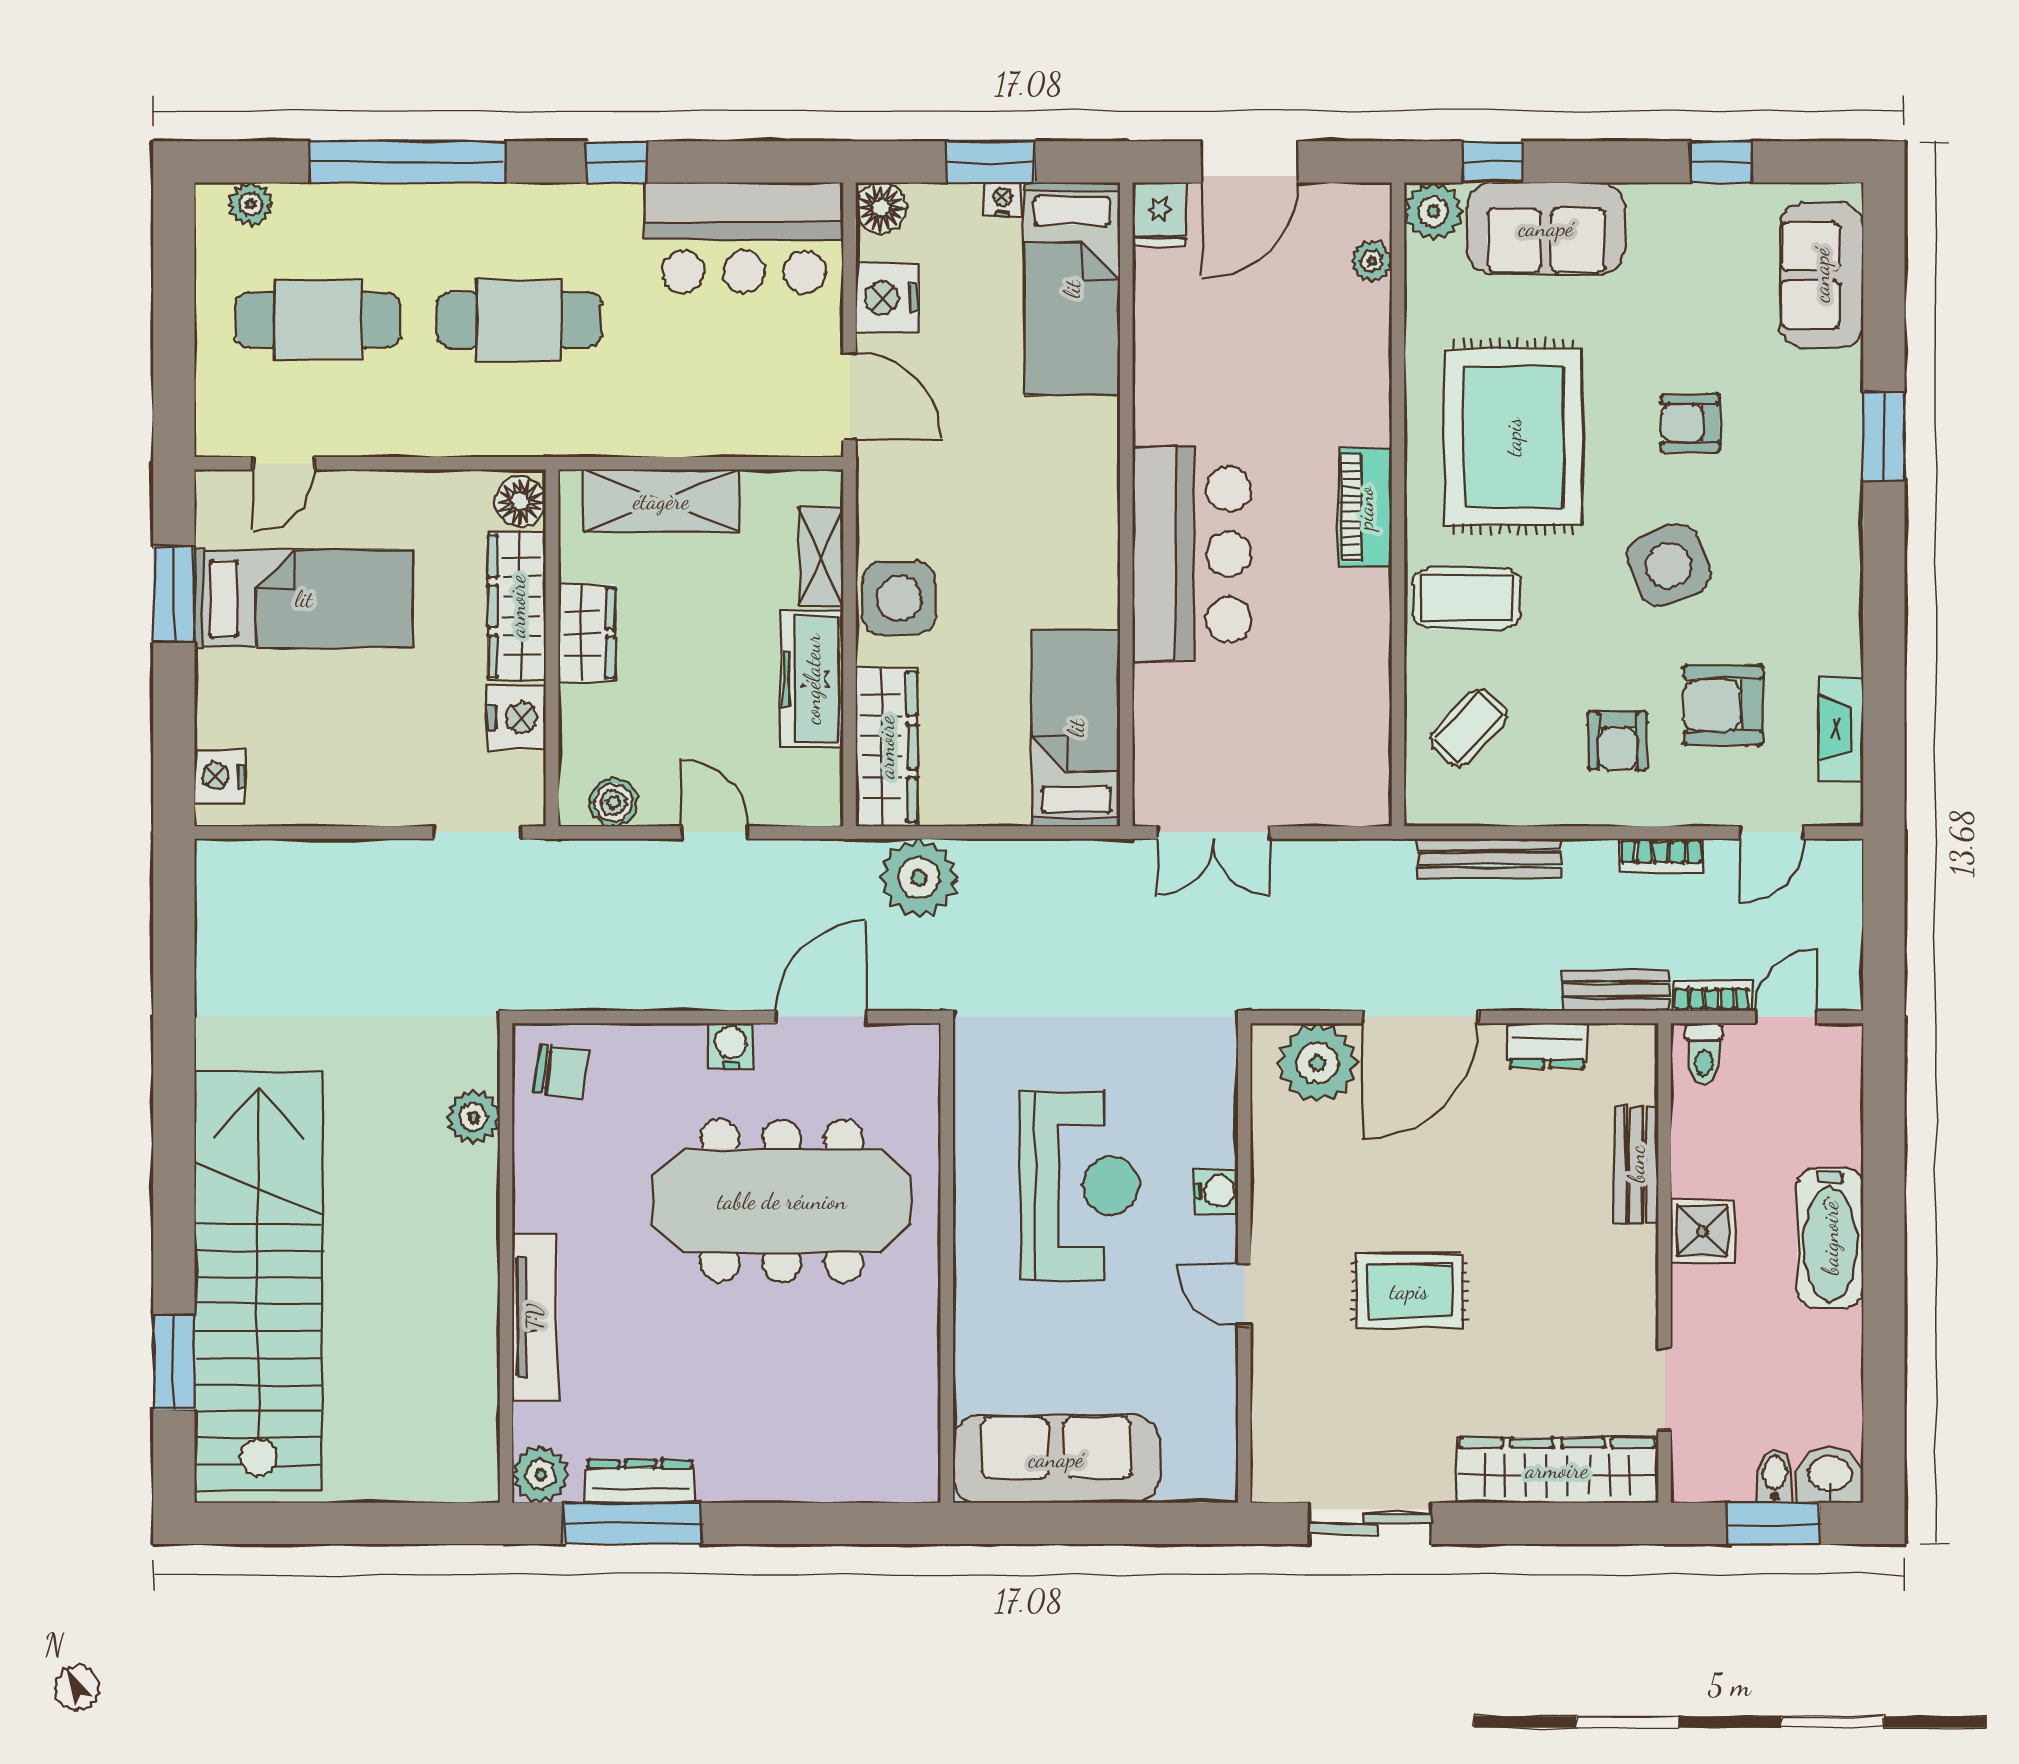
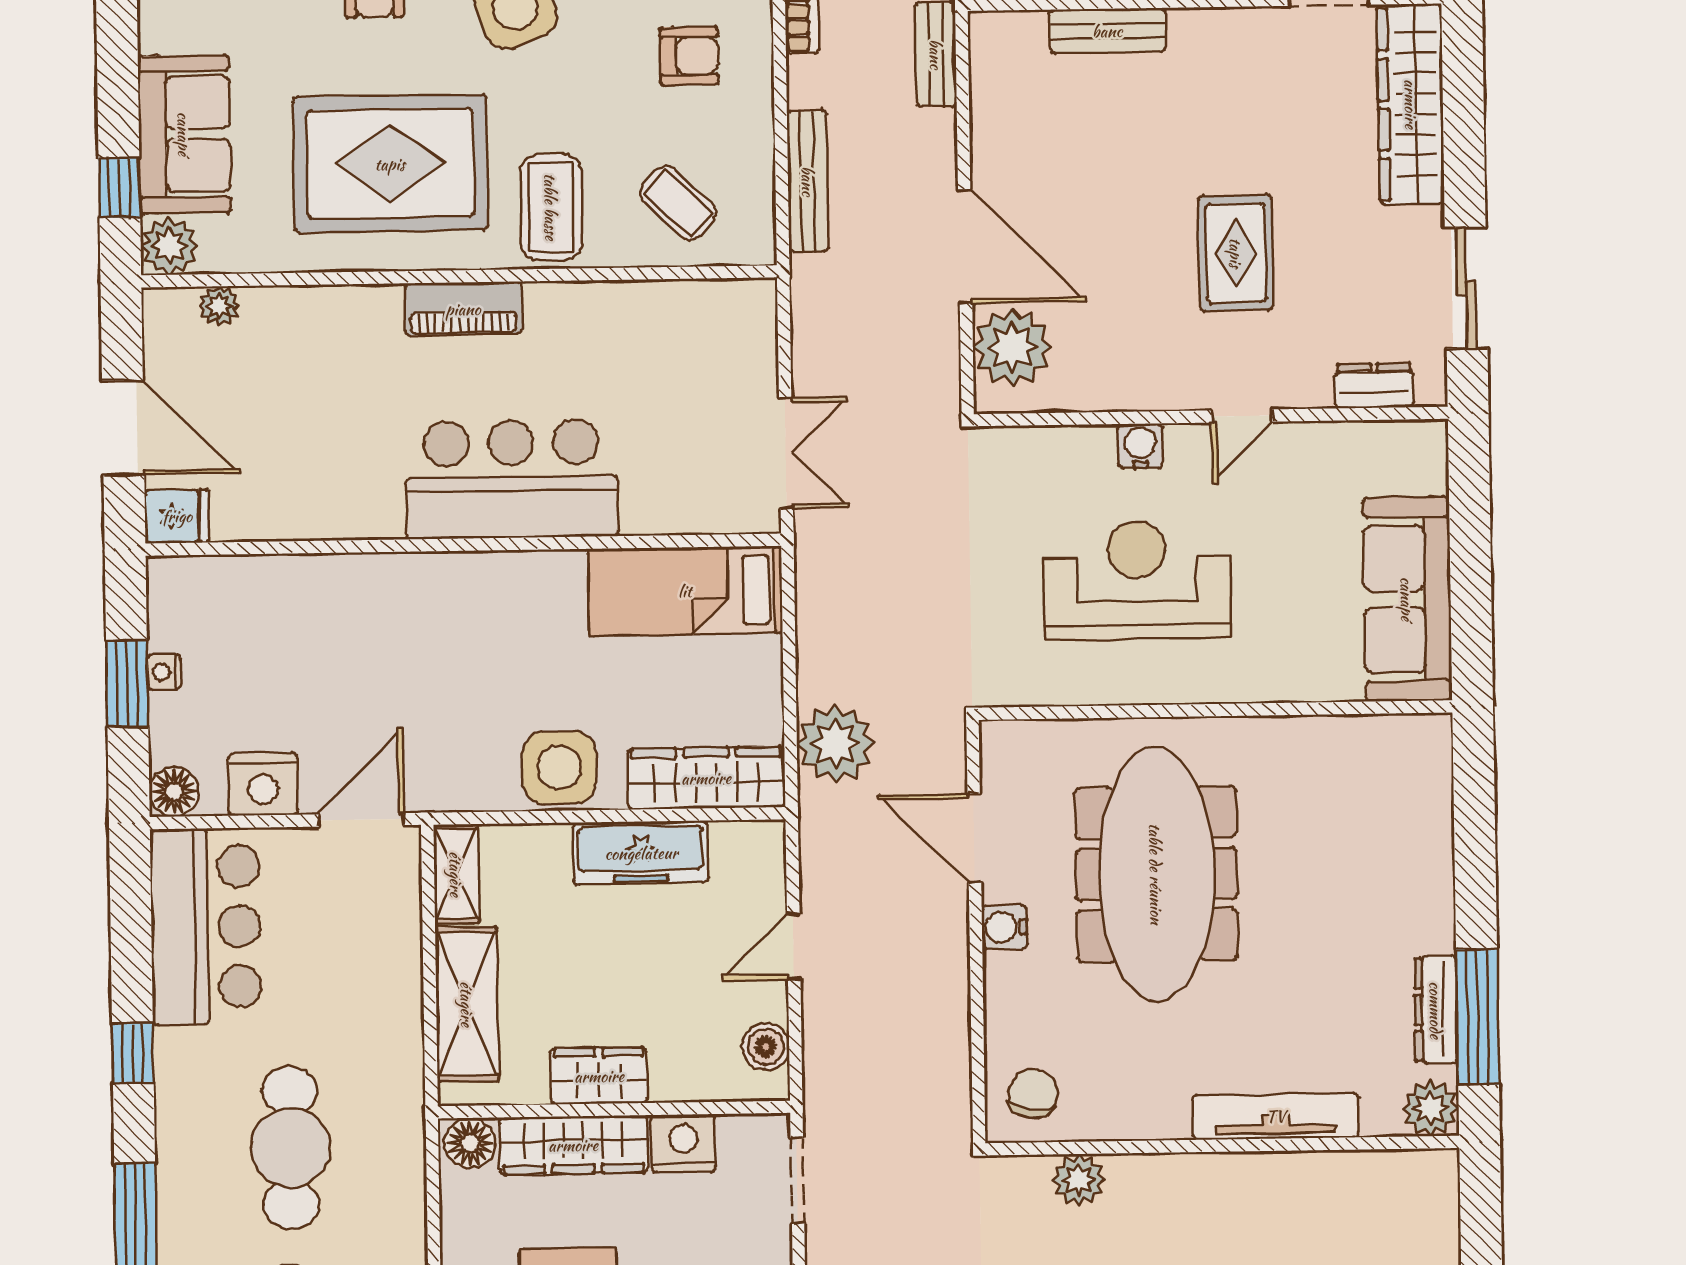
bed: (1072, 289) -> (251, 601), removed
shelving: (821, 557) -> (456, 874), moved, turned 90
dresser: (1547, 1046) -> (1374, 386), moved, turned -90

